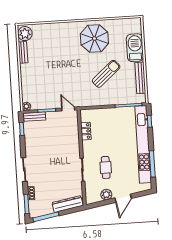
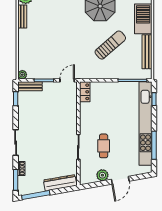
door: (68, 109) -> (67, 80), hinge flipped
locker: (86, 131) -> (85, 92), moved

